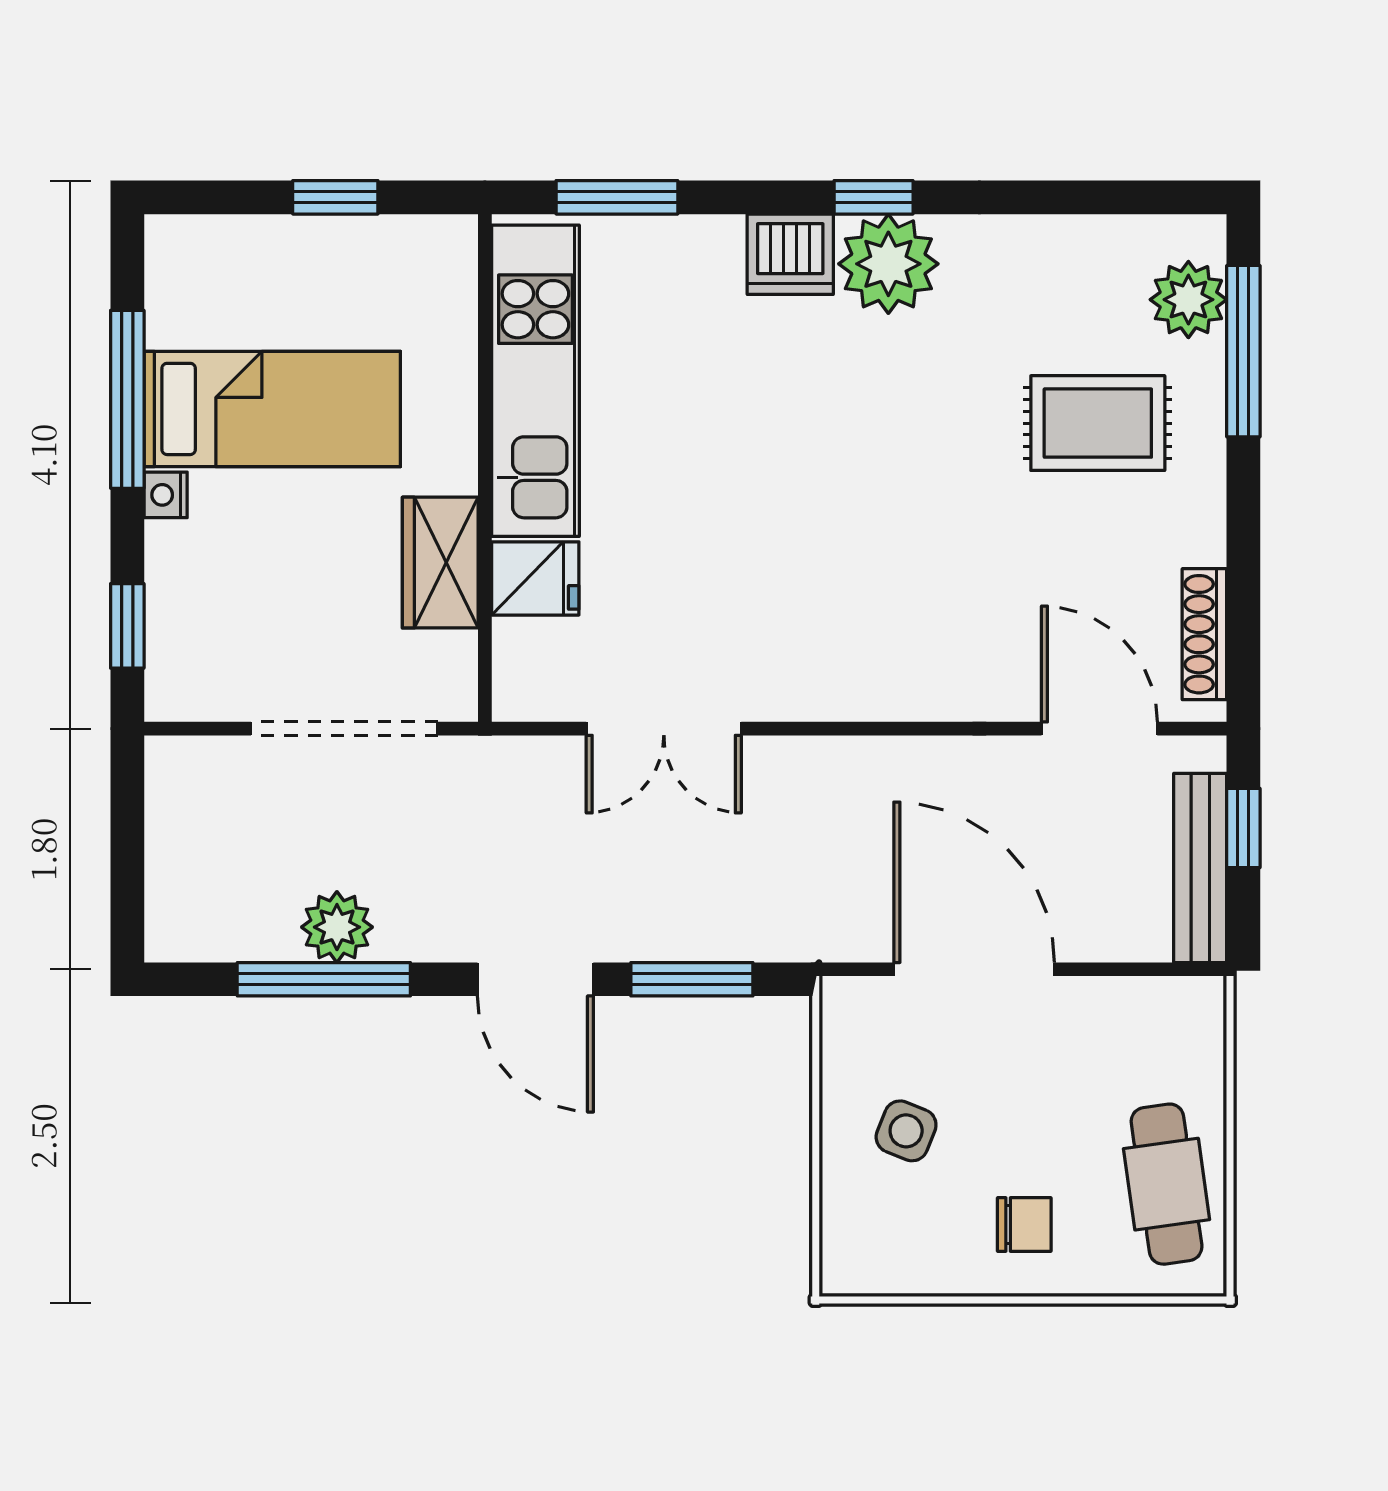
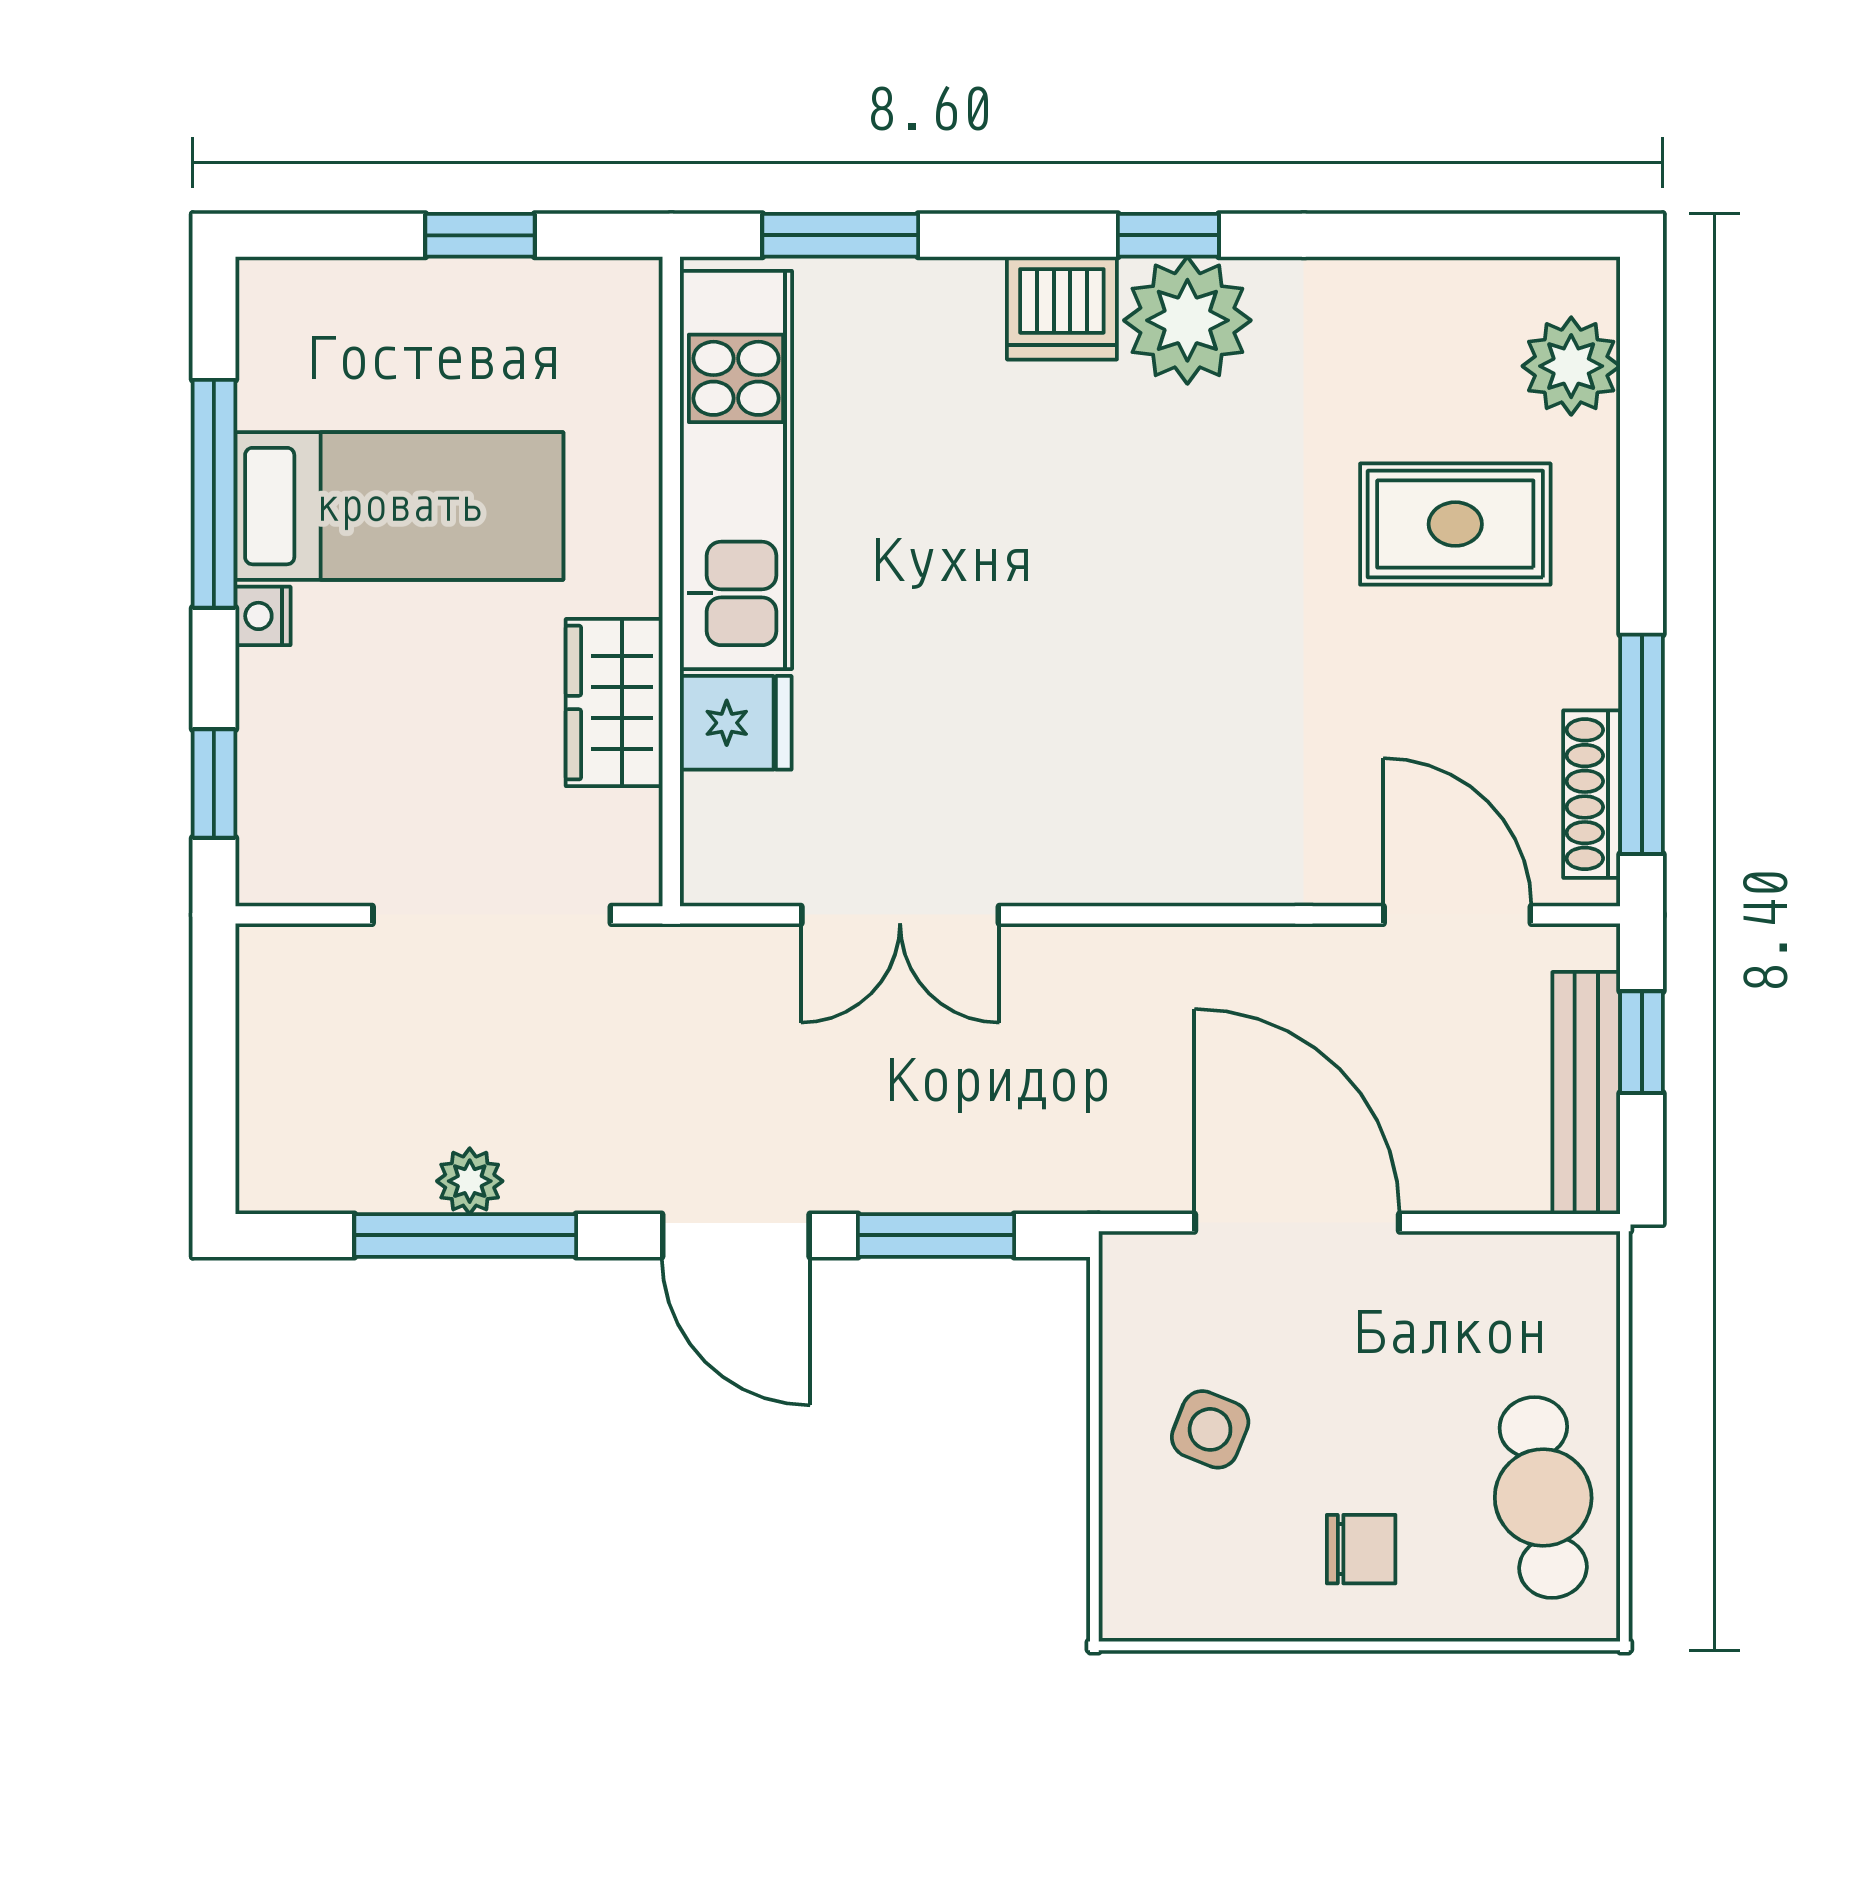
window: (1243, 351) -> (1642, 744), moved
plant: (337, 927) -> (470, 1181), width x0.73, depth x0.73

